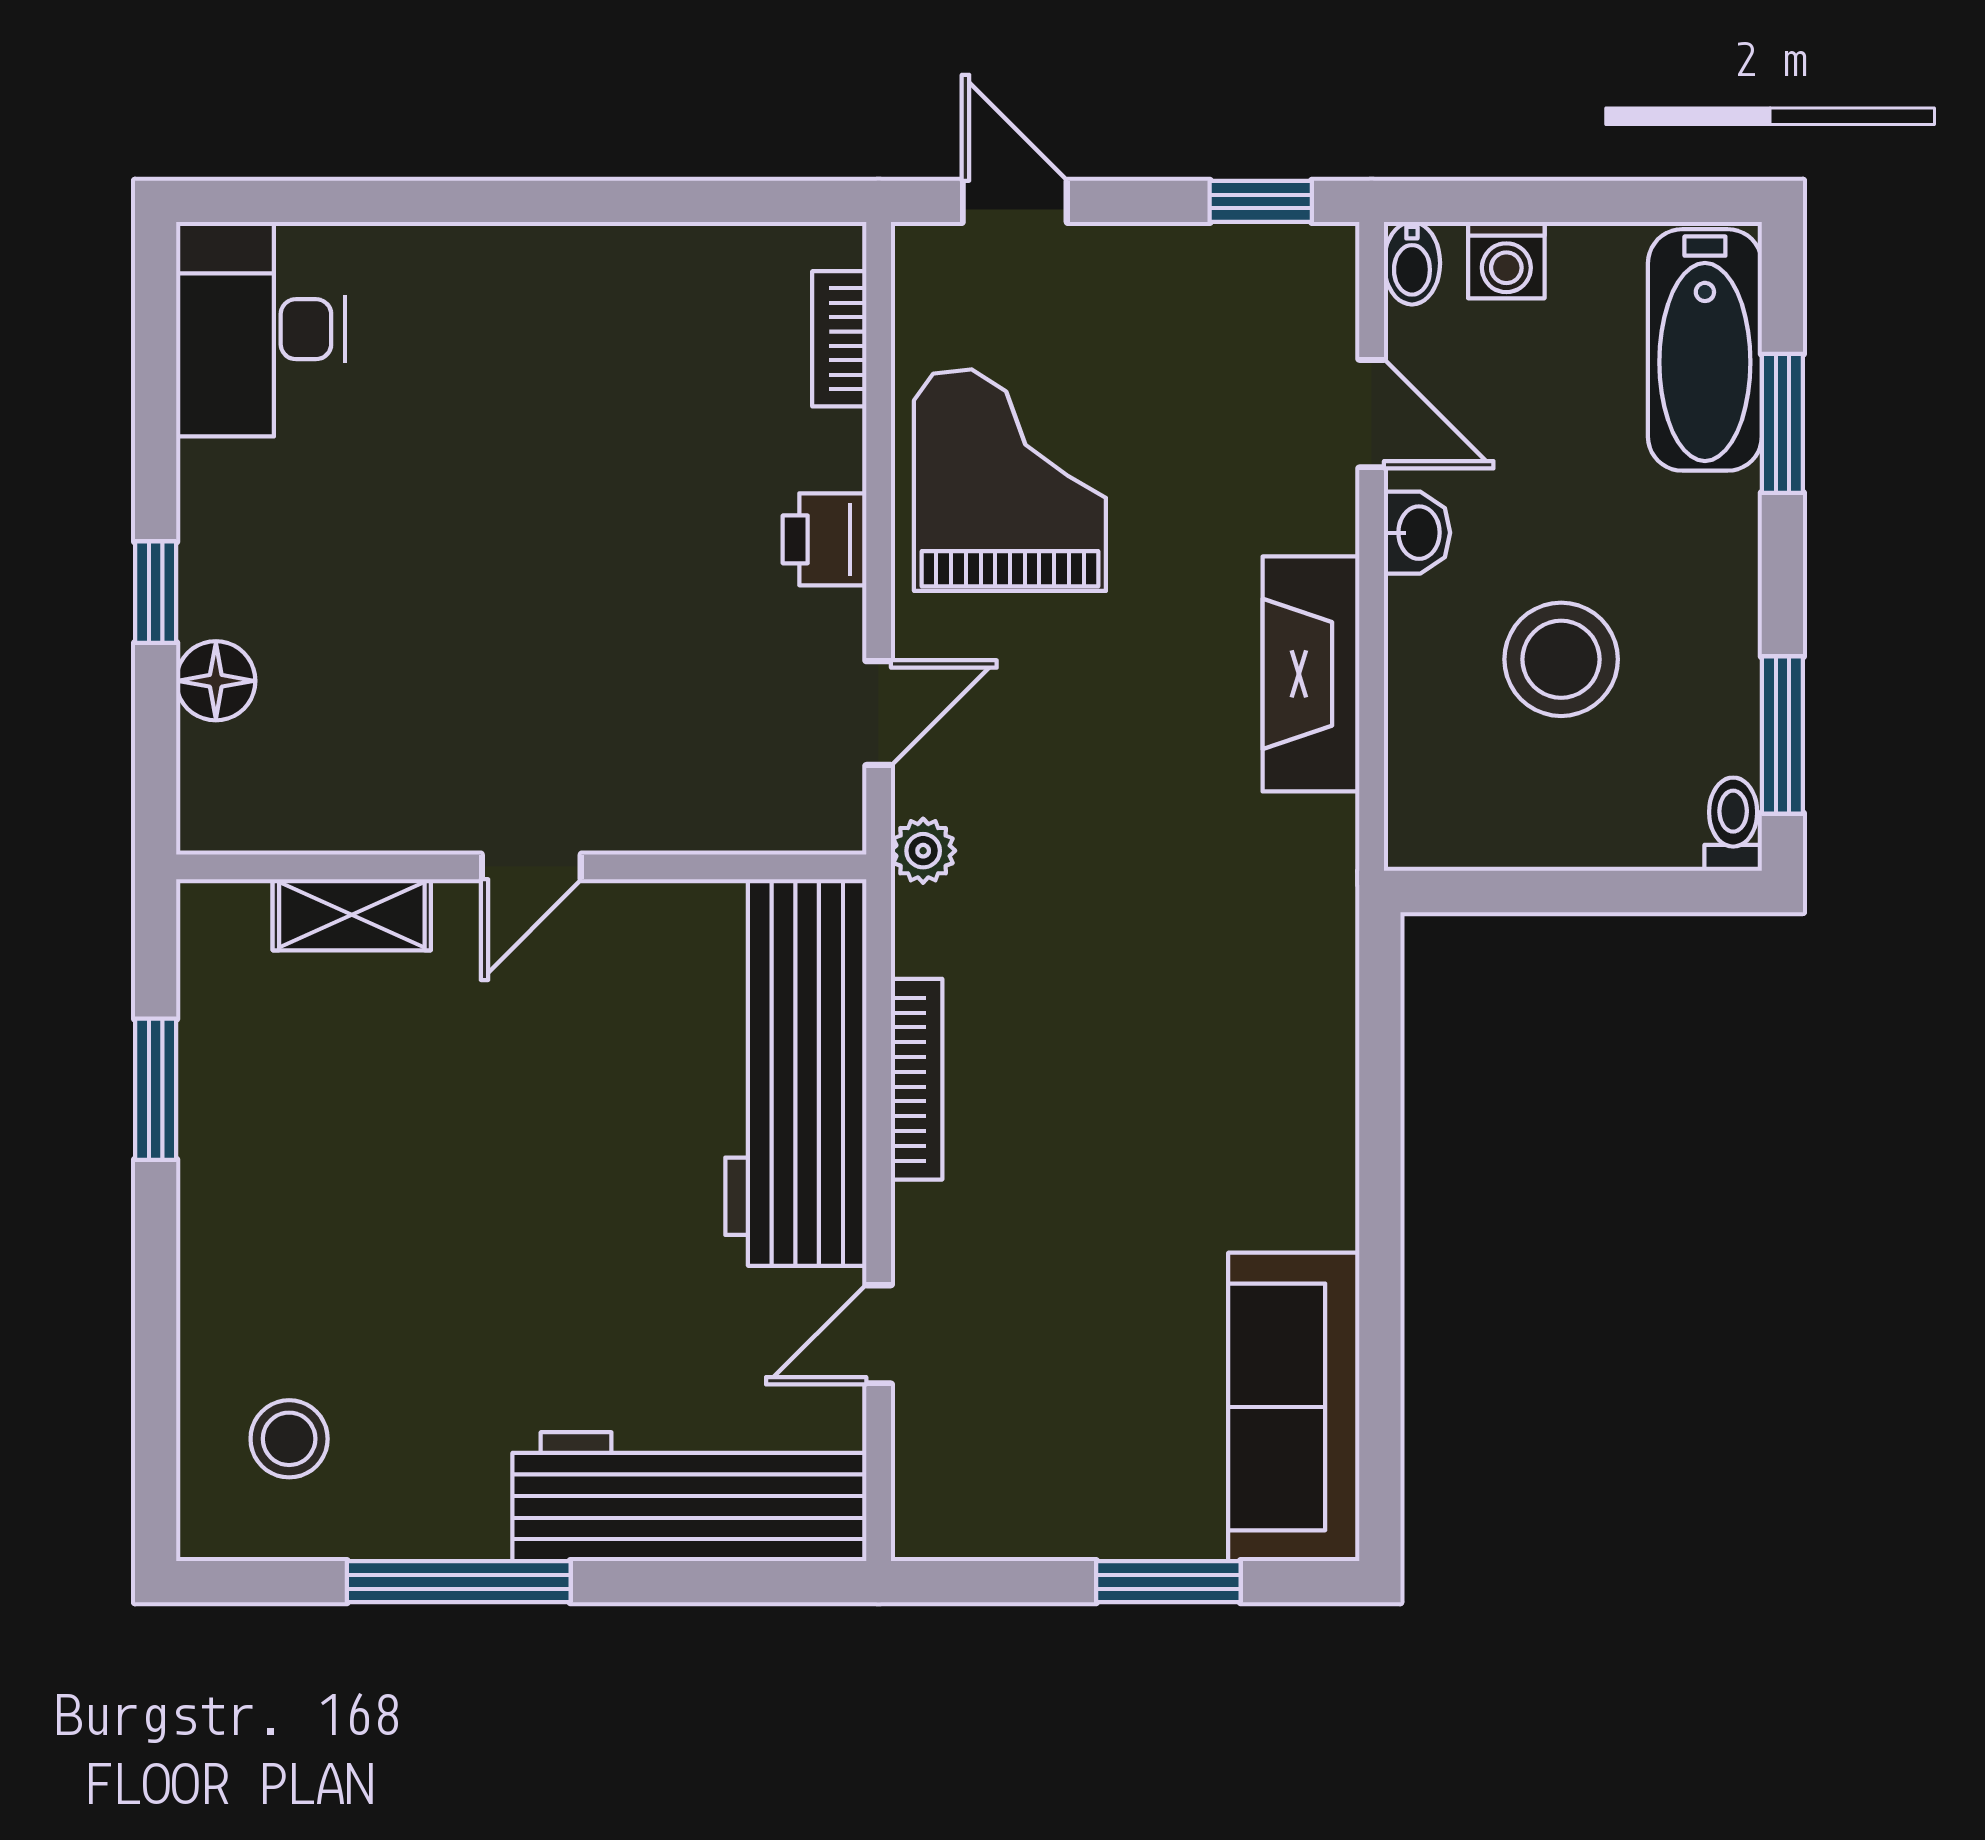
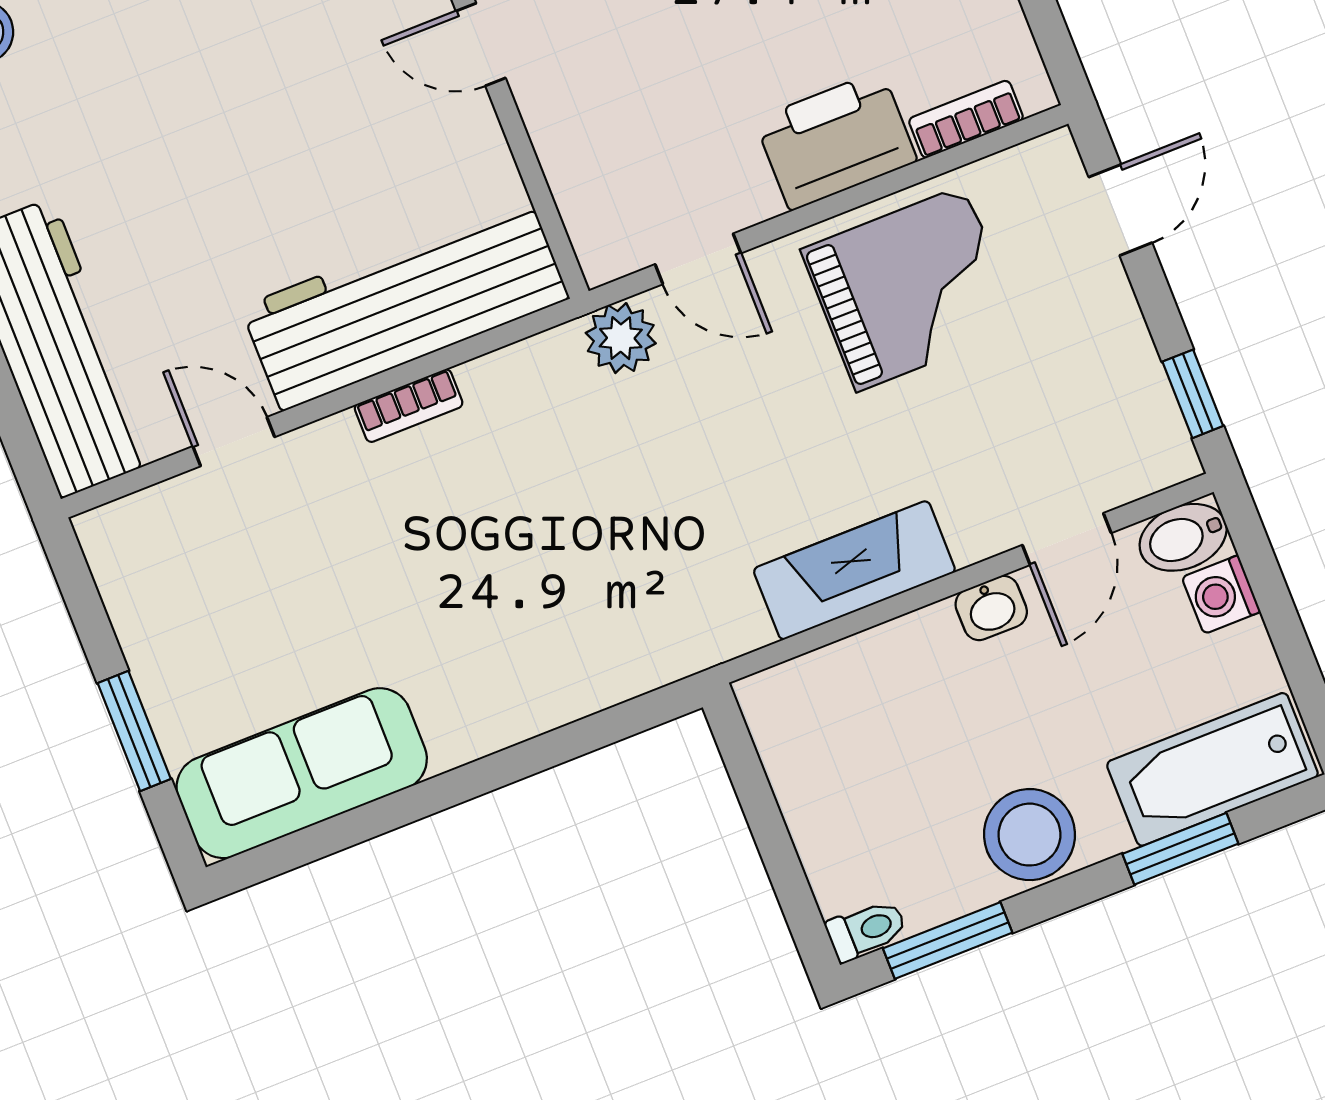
bidet: (1412, 263) -> (1183, 537), width x1.38, depth x1.36
printer: (824, 539) -> (836, 140), width x1.87, depth x1.48
stool: (1561, 659) -> (1029, 835), moved
plant: (923, 851) -> (621, 338), width x1.38, depth x1.38
bookcase: (917, 1079) -> (409, 406), width x0.64

